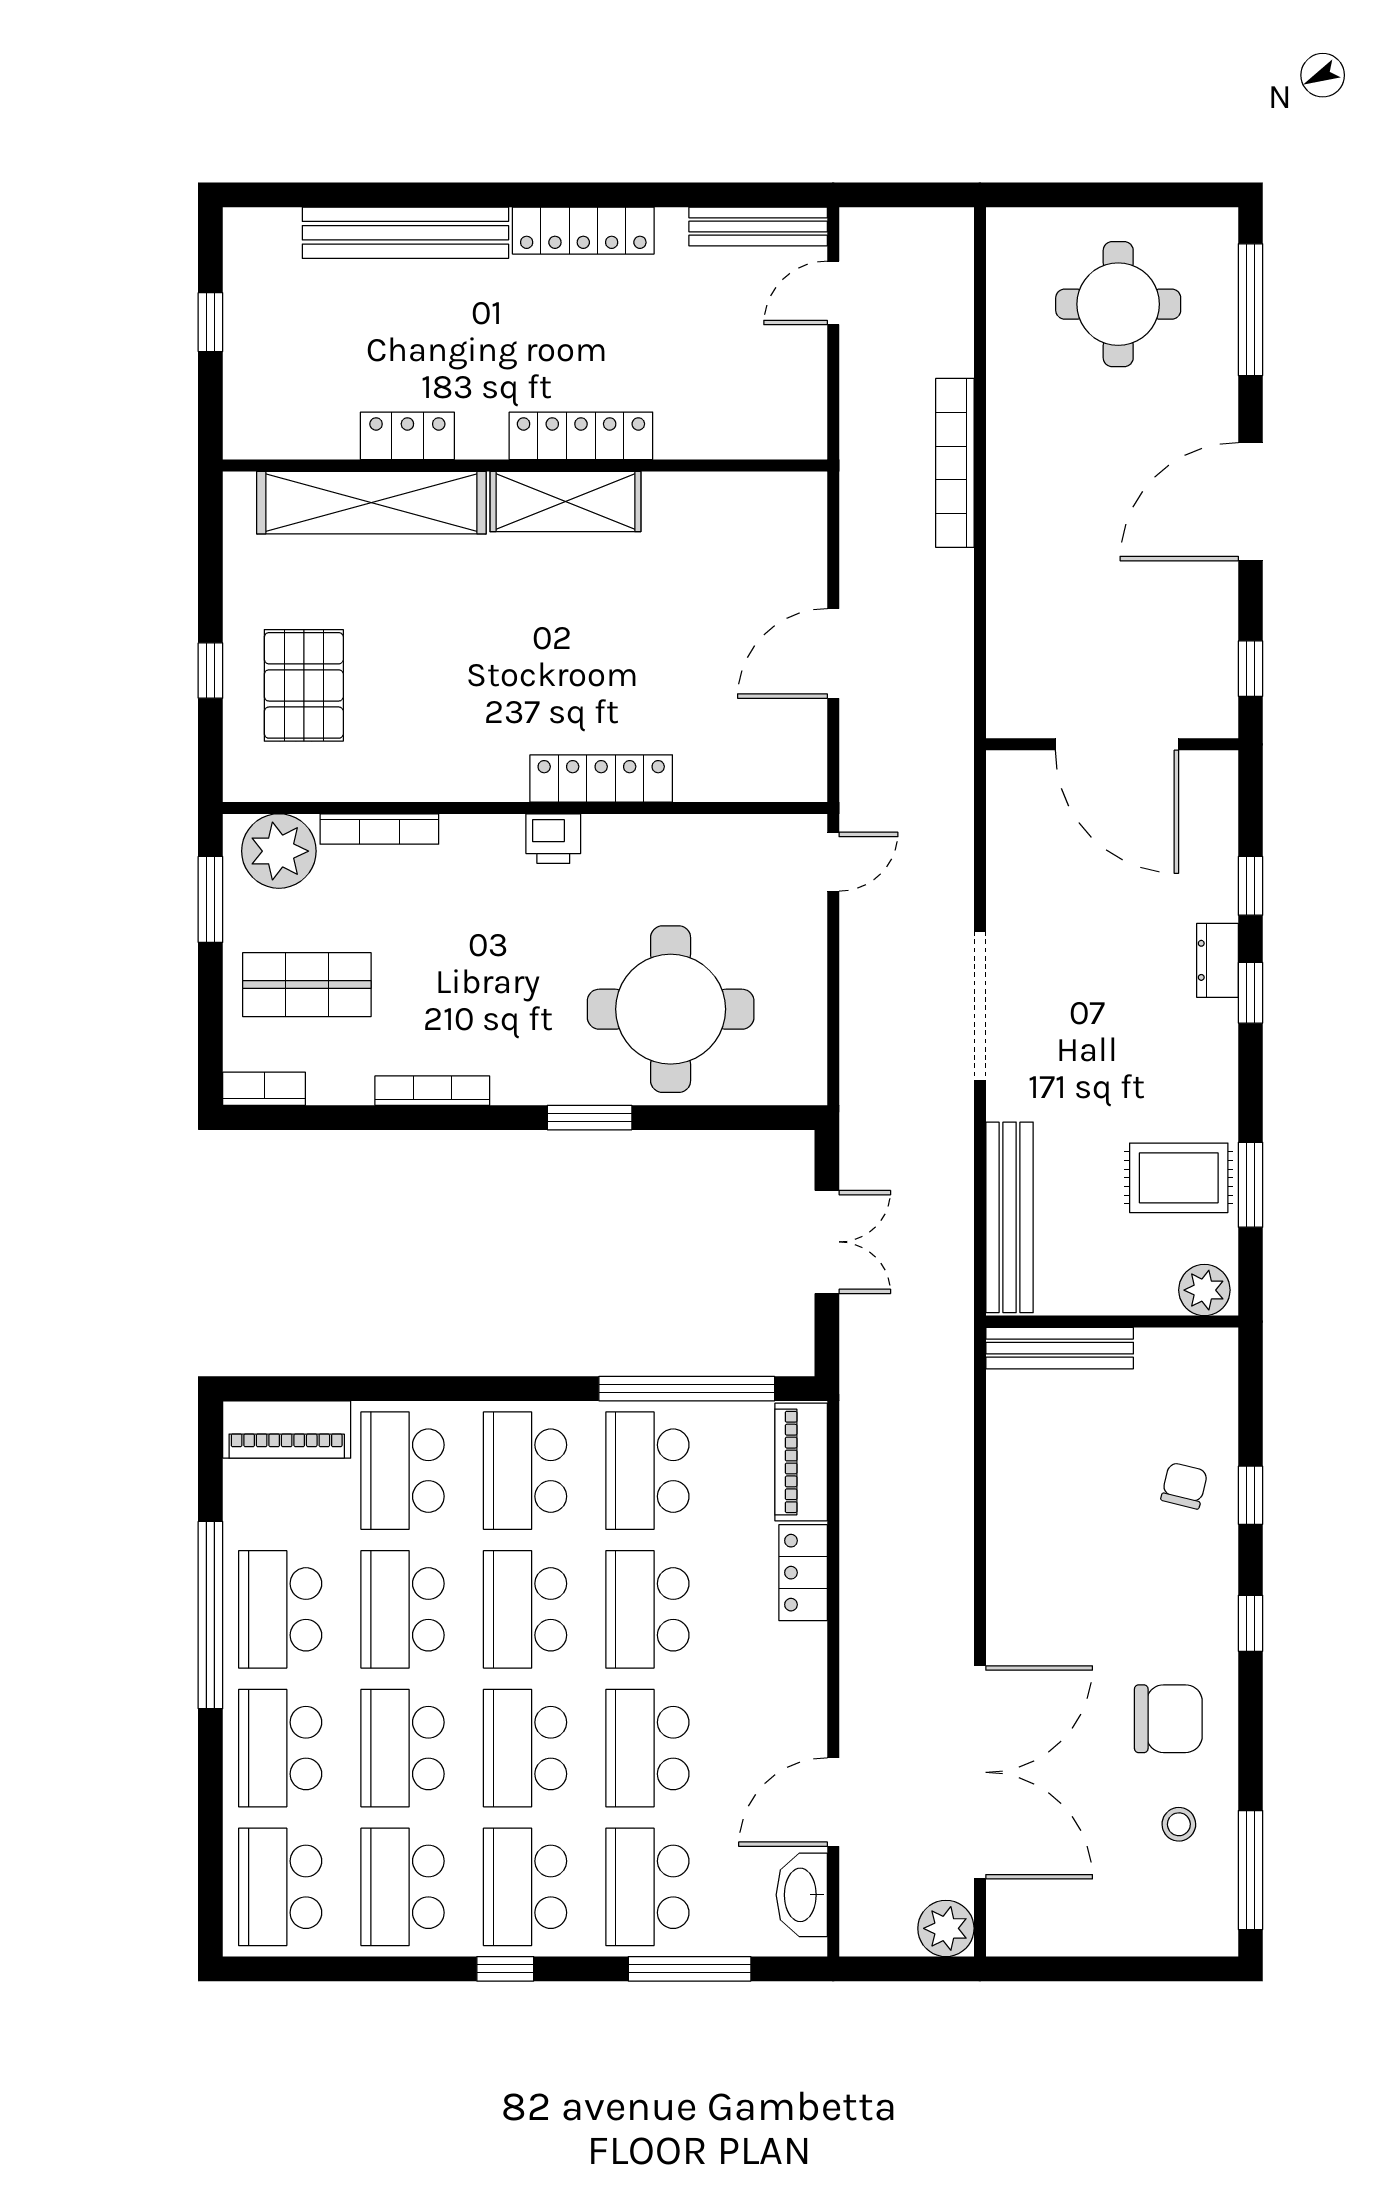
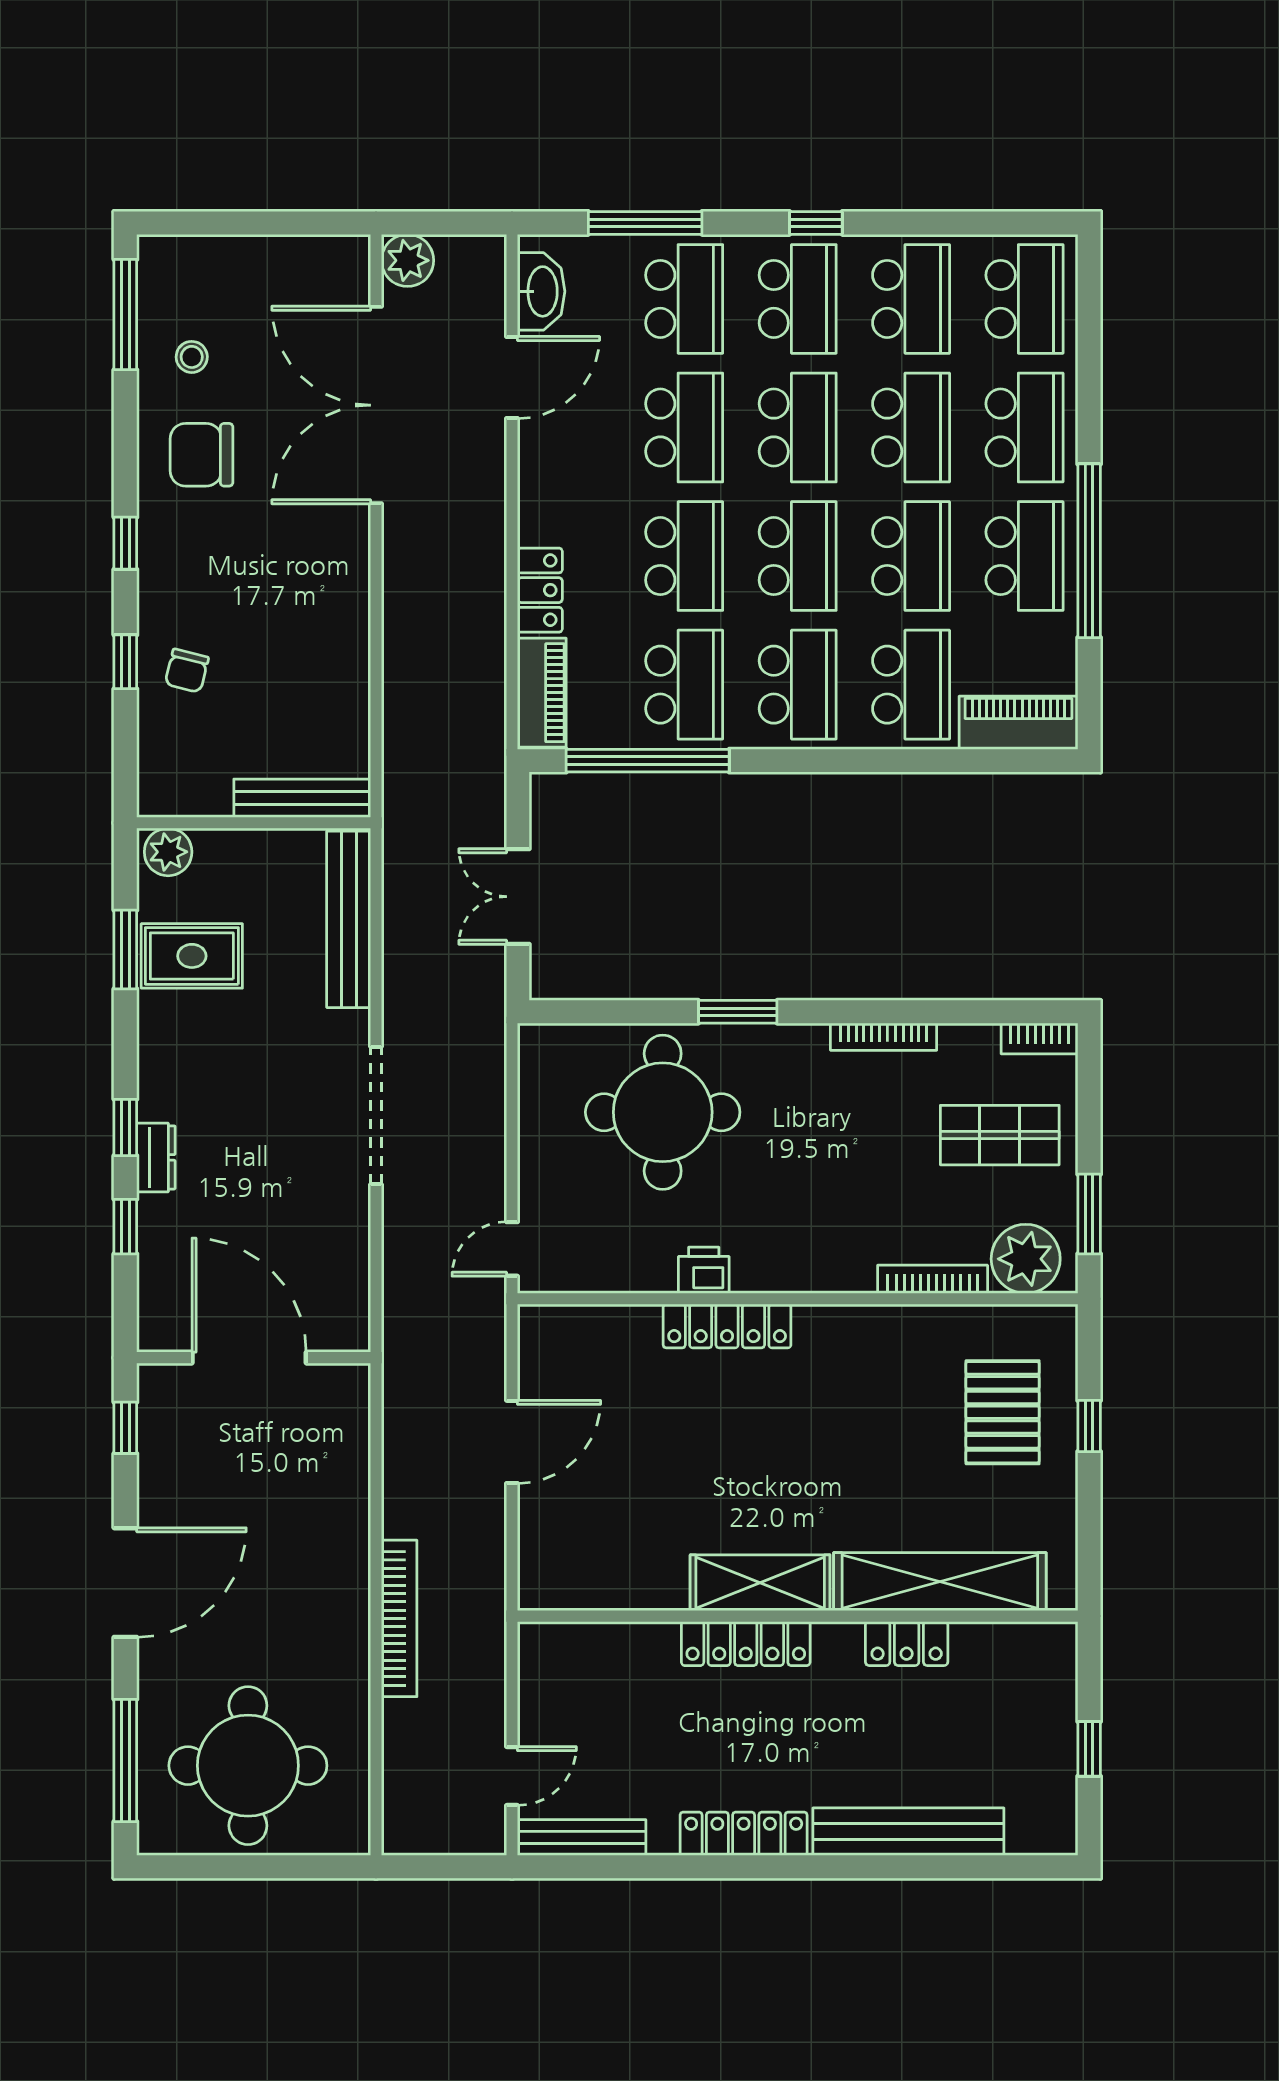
round table: (1118, 304) -> (248, 1766), width x1.36, depth x1.36
printer: (553, 839) -> (704, 1270), moved

